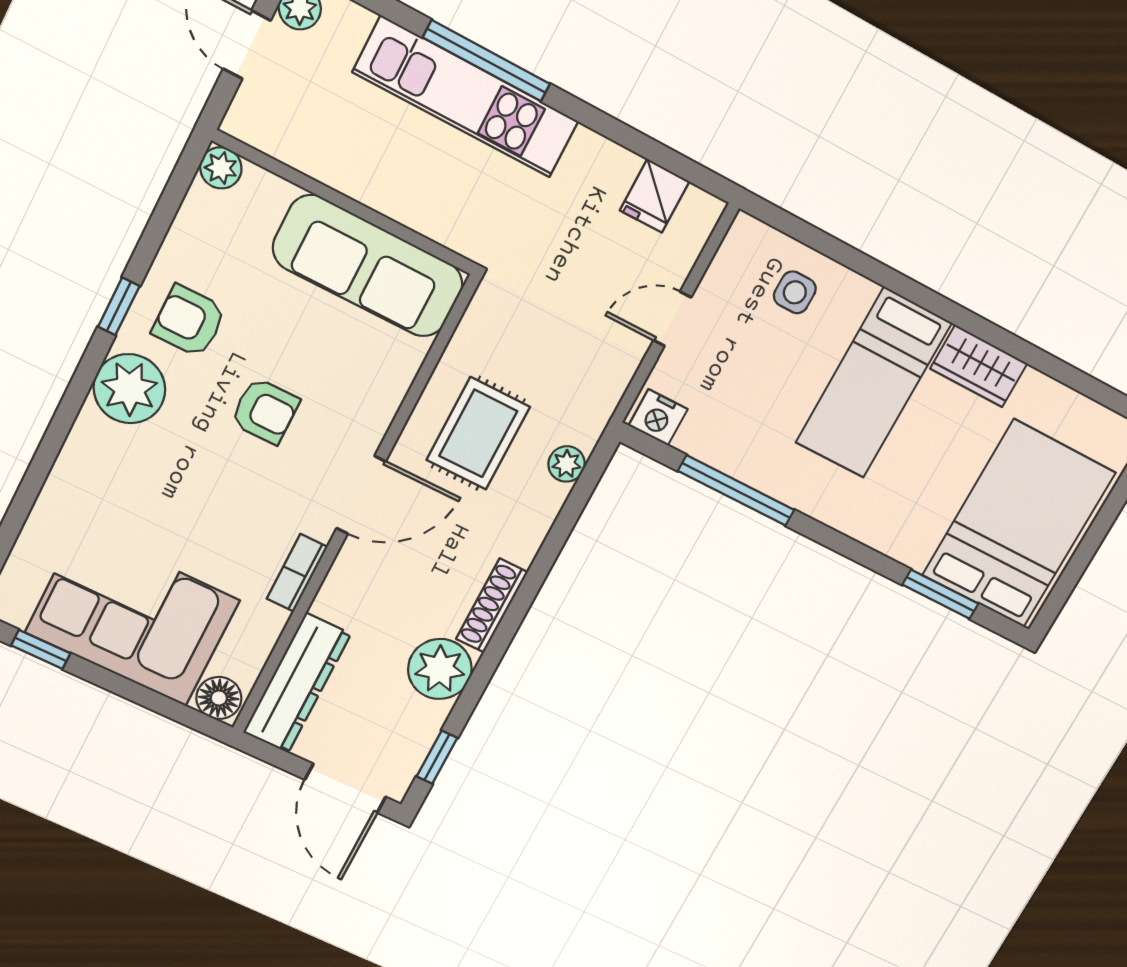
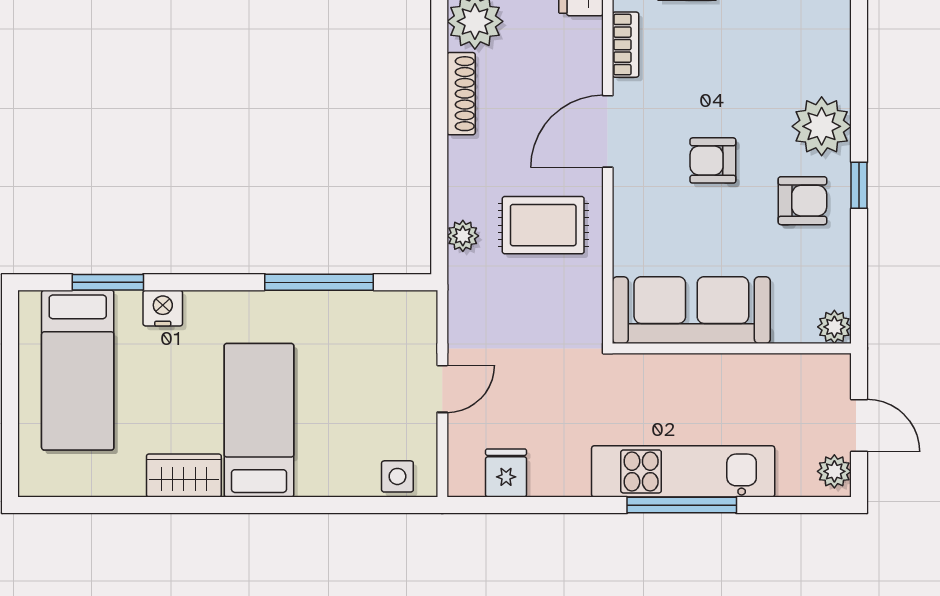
side table: (795, 292) -> (397, 476), moved
nightstand: (658, 417) -> (163, 308), moved
rug: (478, 433) -> (543, 225), turned 90
bed: (1019, 524) -> (78, 370), width x0.67

